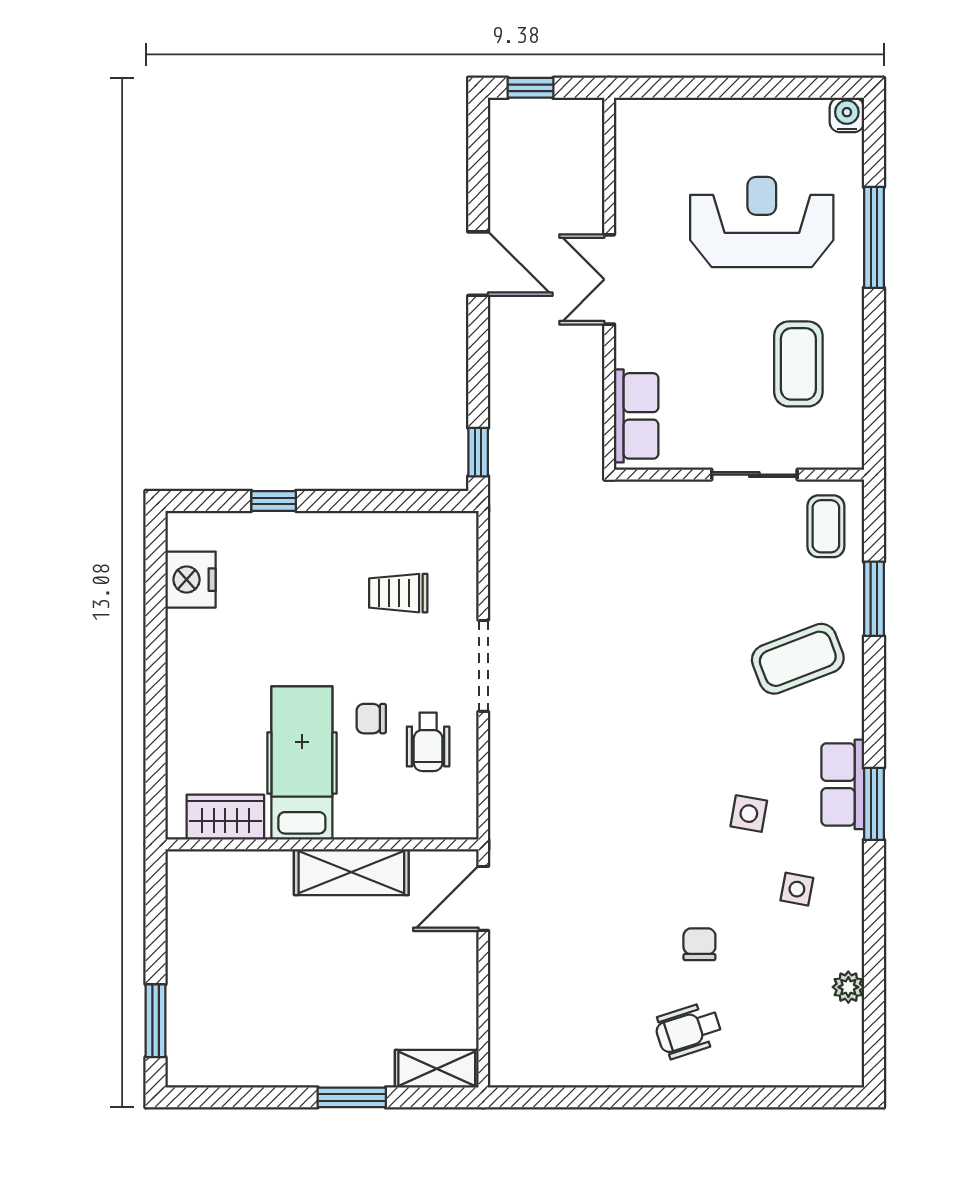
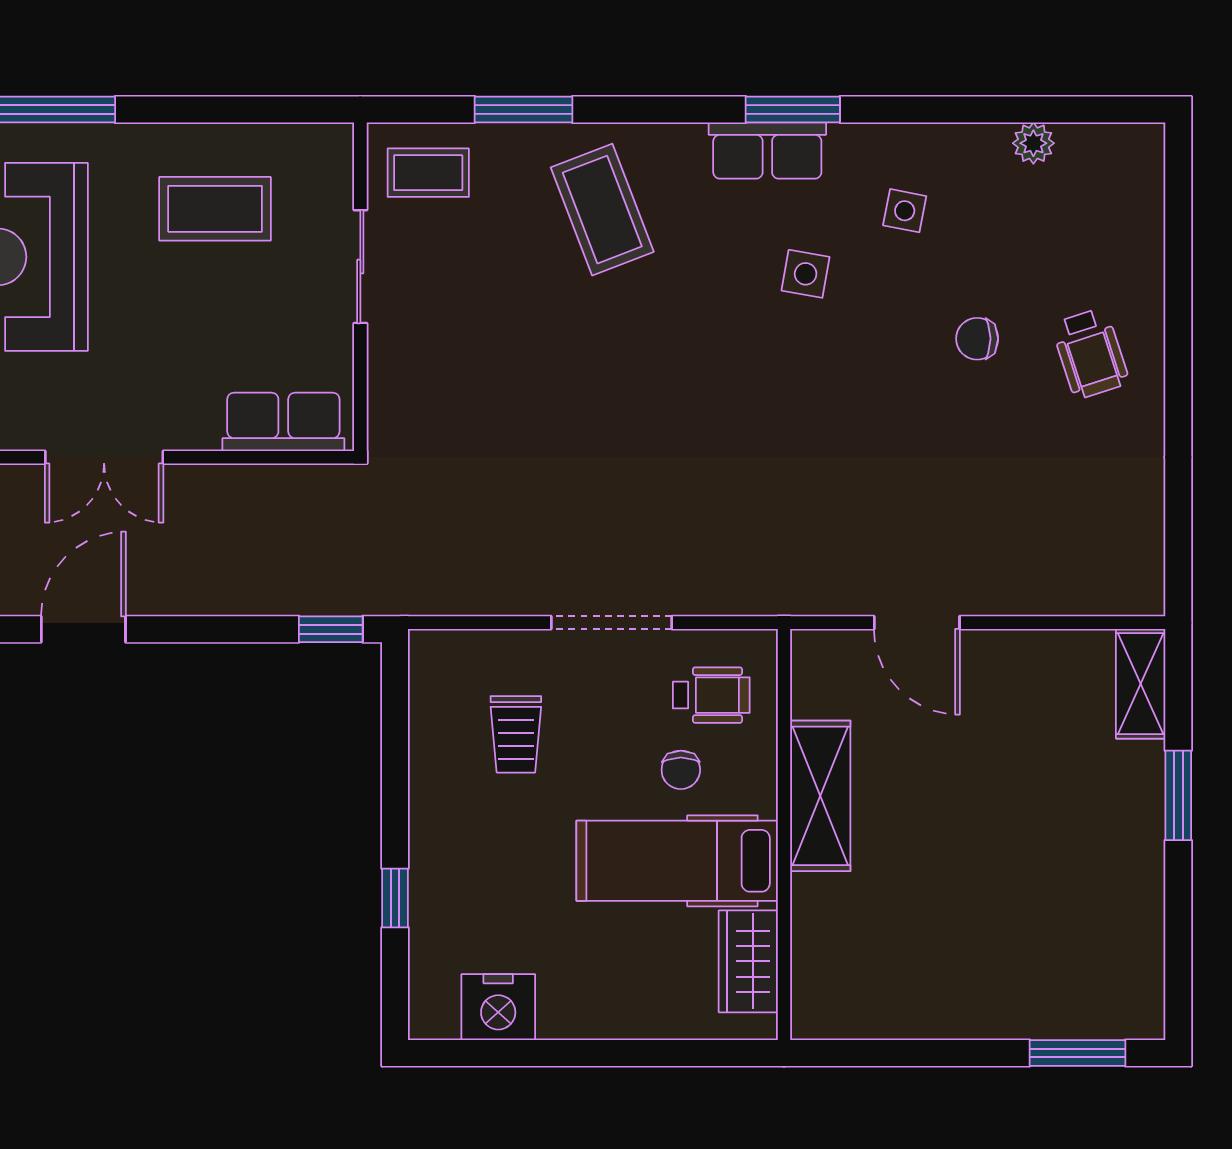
hospital bed: (302, 763) -> (677, 861), moved
wardrobe: (225, 817) -> (748, 961), moved
wall: (322, 844) -> (784, 834), moved
shelving: (351, 872) -> (820, 796), moved

